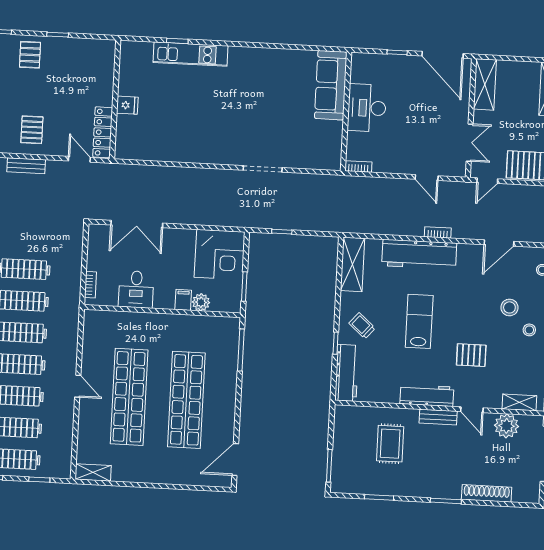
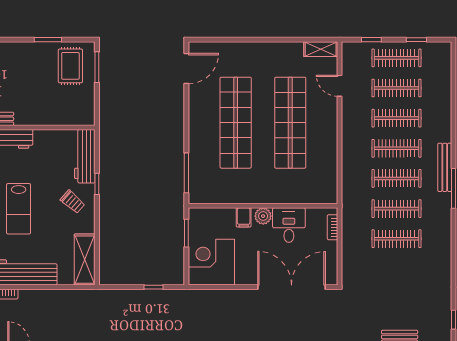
double door: (137, 224) -> (292, 287), width x1.36
plant: (201, 302) -> (263, 216), moved
door: (78, 386) -> (339, 86), moved
rug: (390, 444) -> (70, 66), moved

